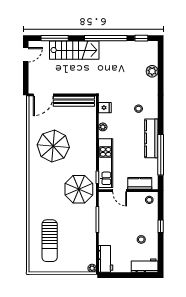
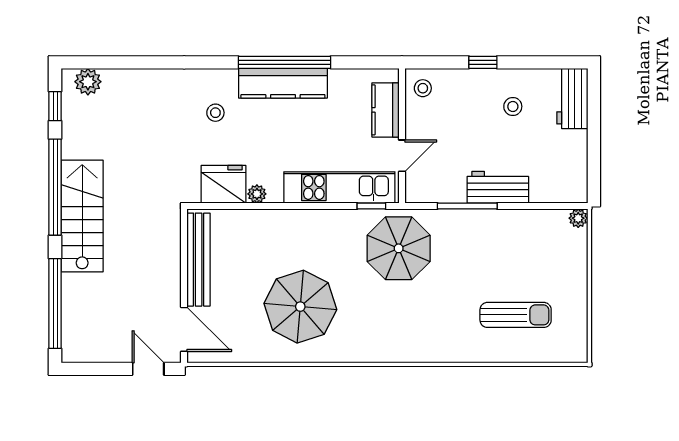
window: (55, 38) -> (55, 303), width x1.46
stairs: (74, 50) -> (82, 216), moved
door: (26, 55) -> (148, 369), moved
plant: (152, 71) -> (88, 82), moved
fridge: (105, 108) -> (224, 184), width x1.88, depth x1.34
window: (161, 155) -> (284, 62), moved
sun lounger: (50, 241) -> (516, 315), width x0.73, depth x0.75
workbench: (106, 259) -> (498, 187), moved

